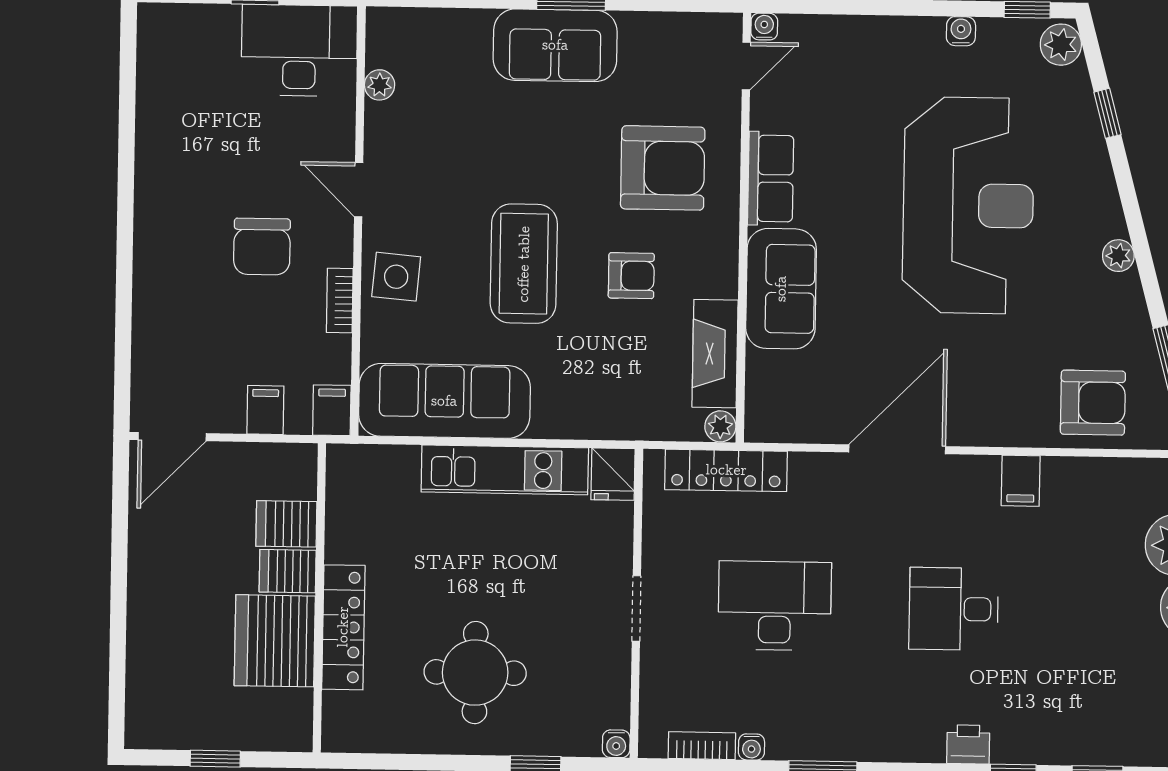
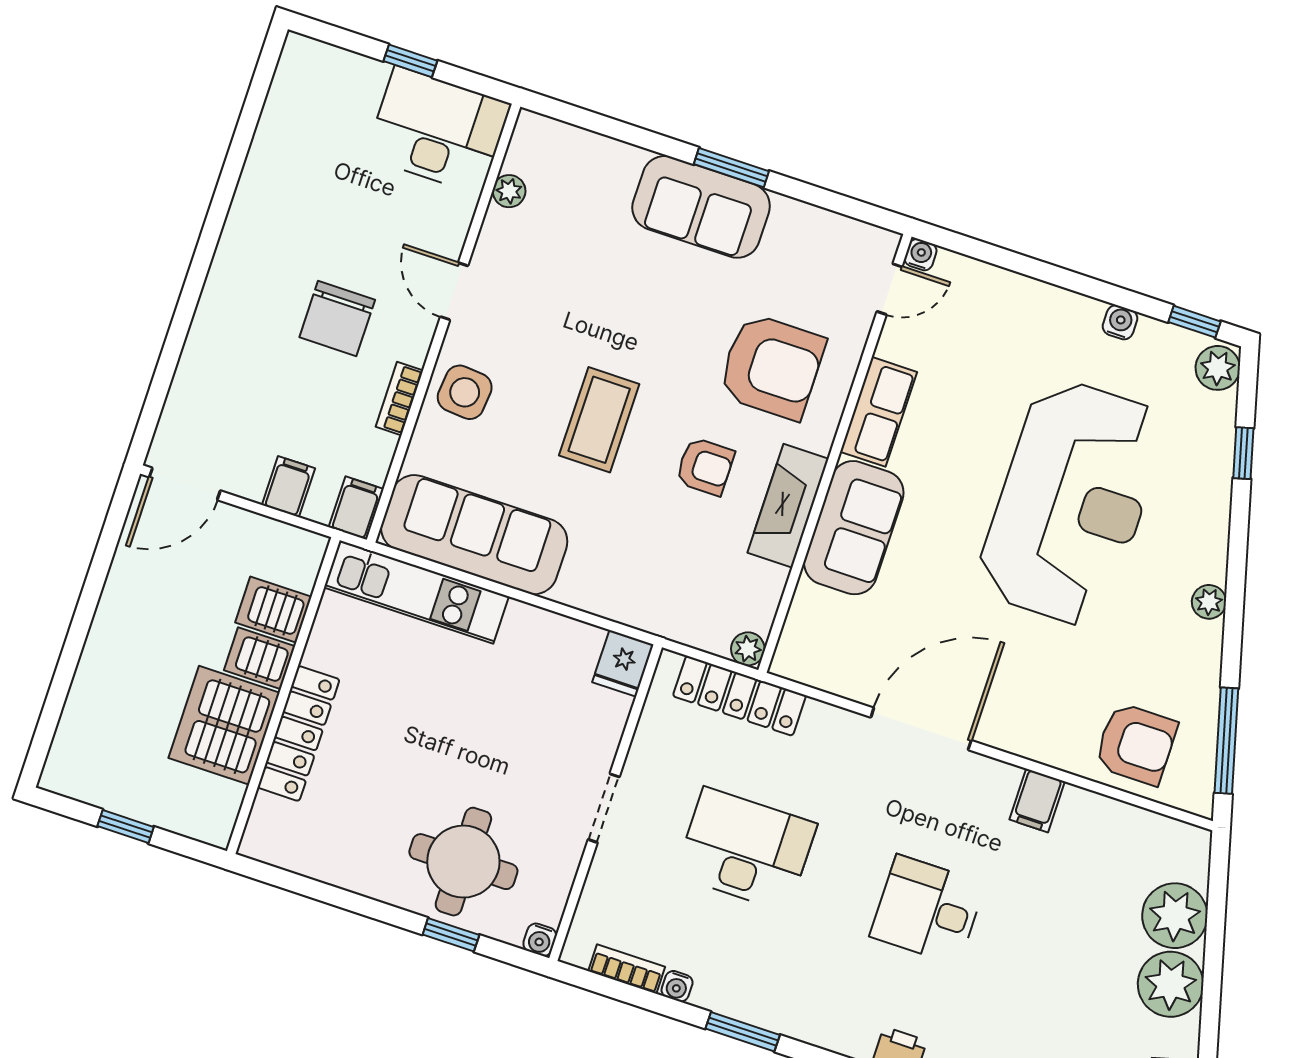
coffee table: (524, 264) -> (599, 420), width x0.73, depth x0.76
fireplace: (715, 354) -> (788, 506), moved
kitchen unit: (505, 470) -> (416, 592), moved
round table: (475, 673) -> (463, 862), moved

